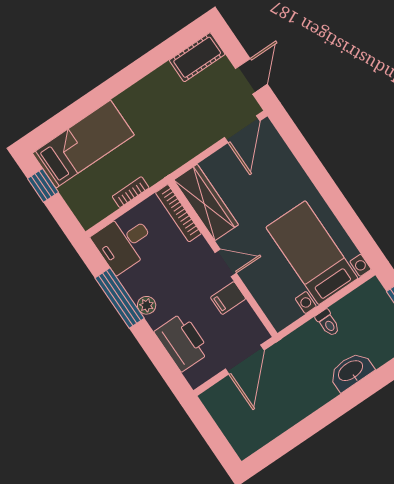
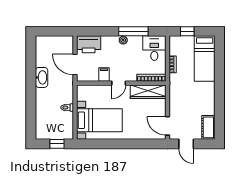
window: (43, 185) -> (187, 31), moved
printer: (182, 342) -> (89, 44), moved
washbasin: (351, 371) -> (42, 77), moved

